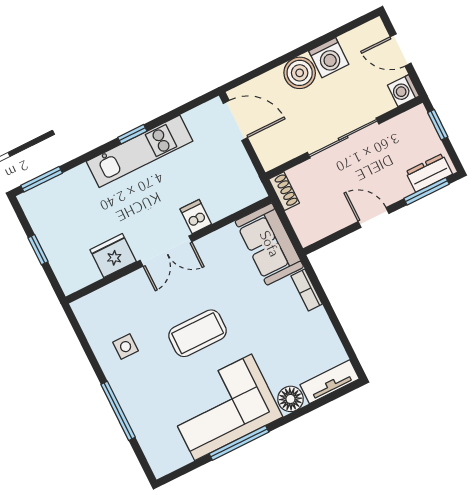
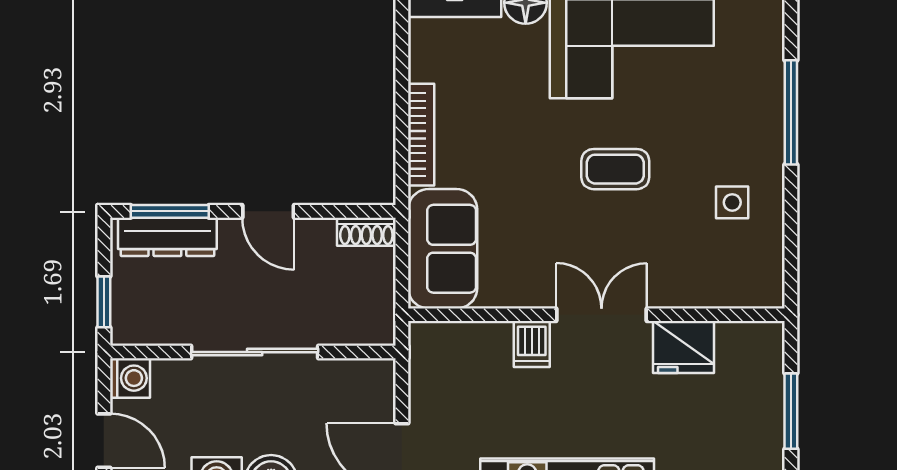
dresser: (429, 173) -> (167, 237), width x1.44
shoe rack: (284, 191) -> (366, 232), moved, turned -90
window: (38, 250) -> (791, 411), width x1.50
bookcase: (307, 290) -> (421, 135), width x1.56
coffee table: (198, 333) -> (615, 169), width x0.73, depth x0.77

